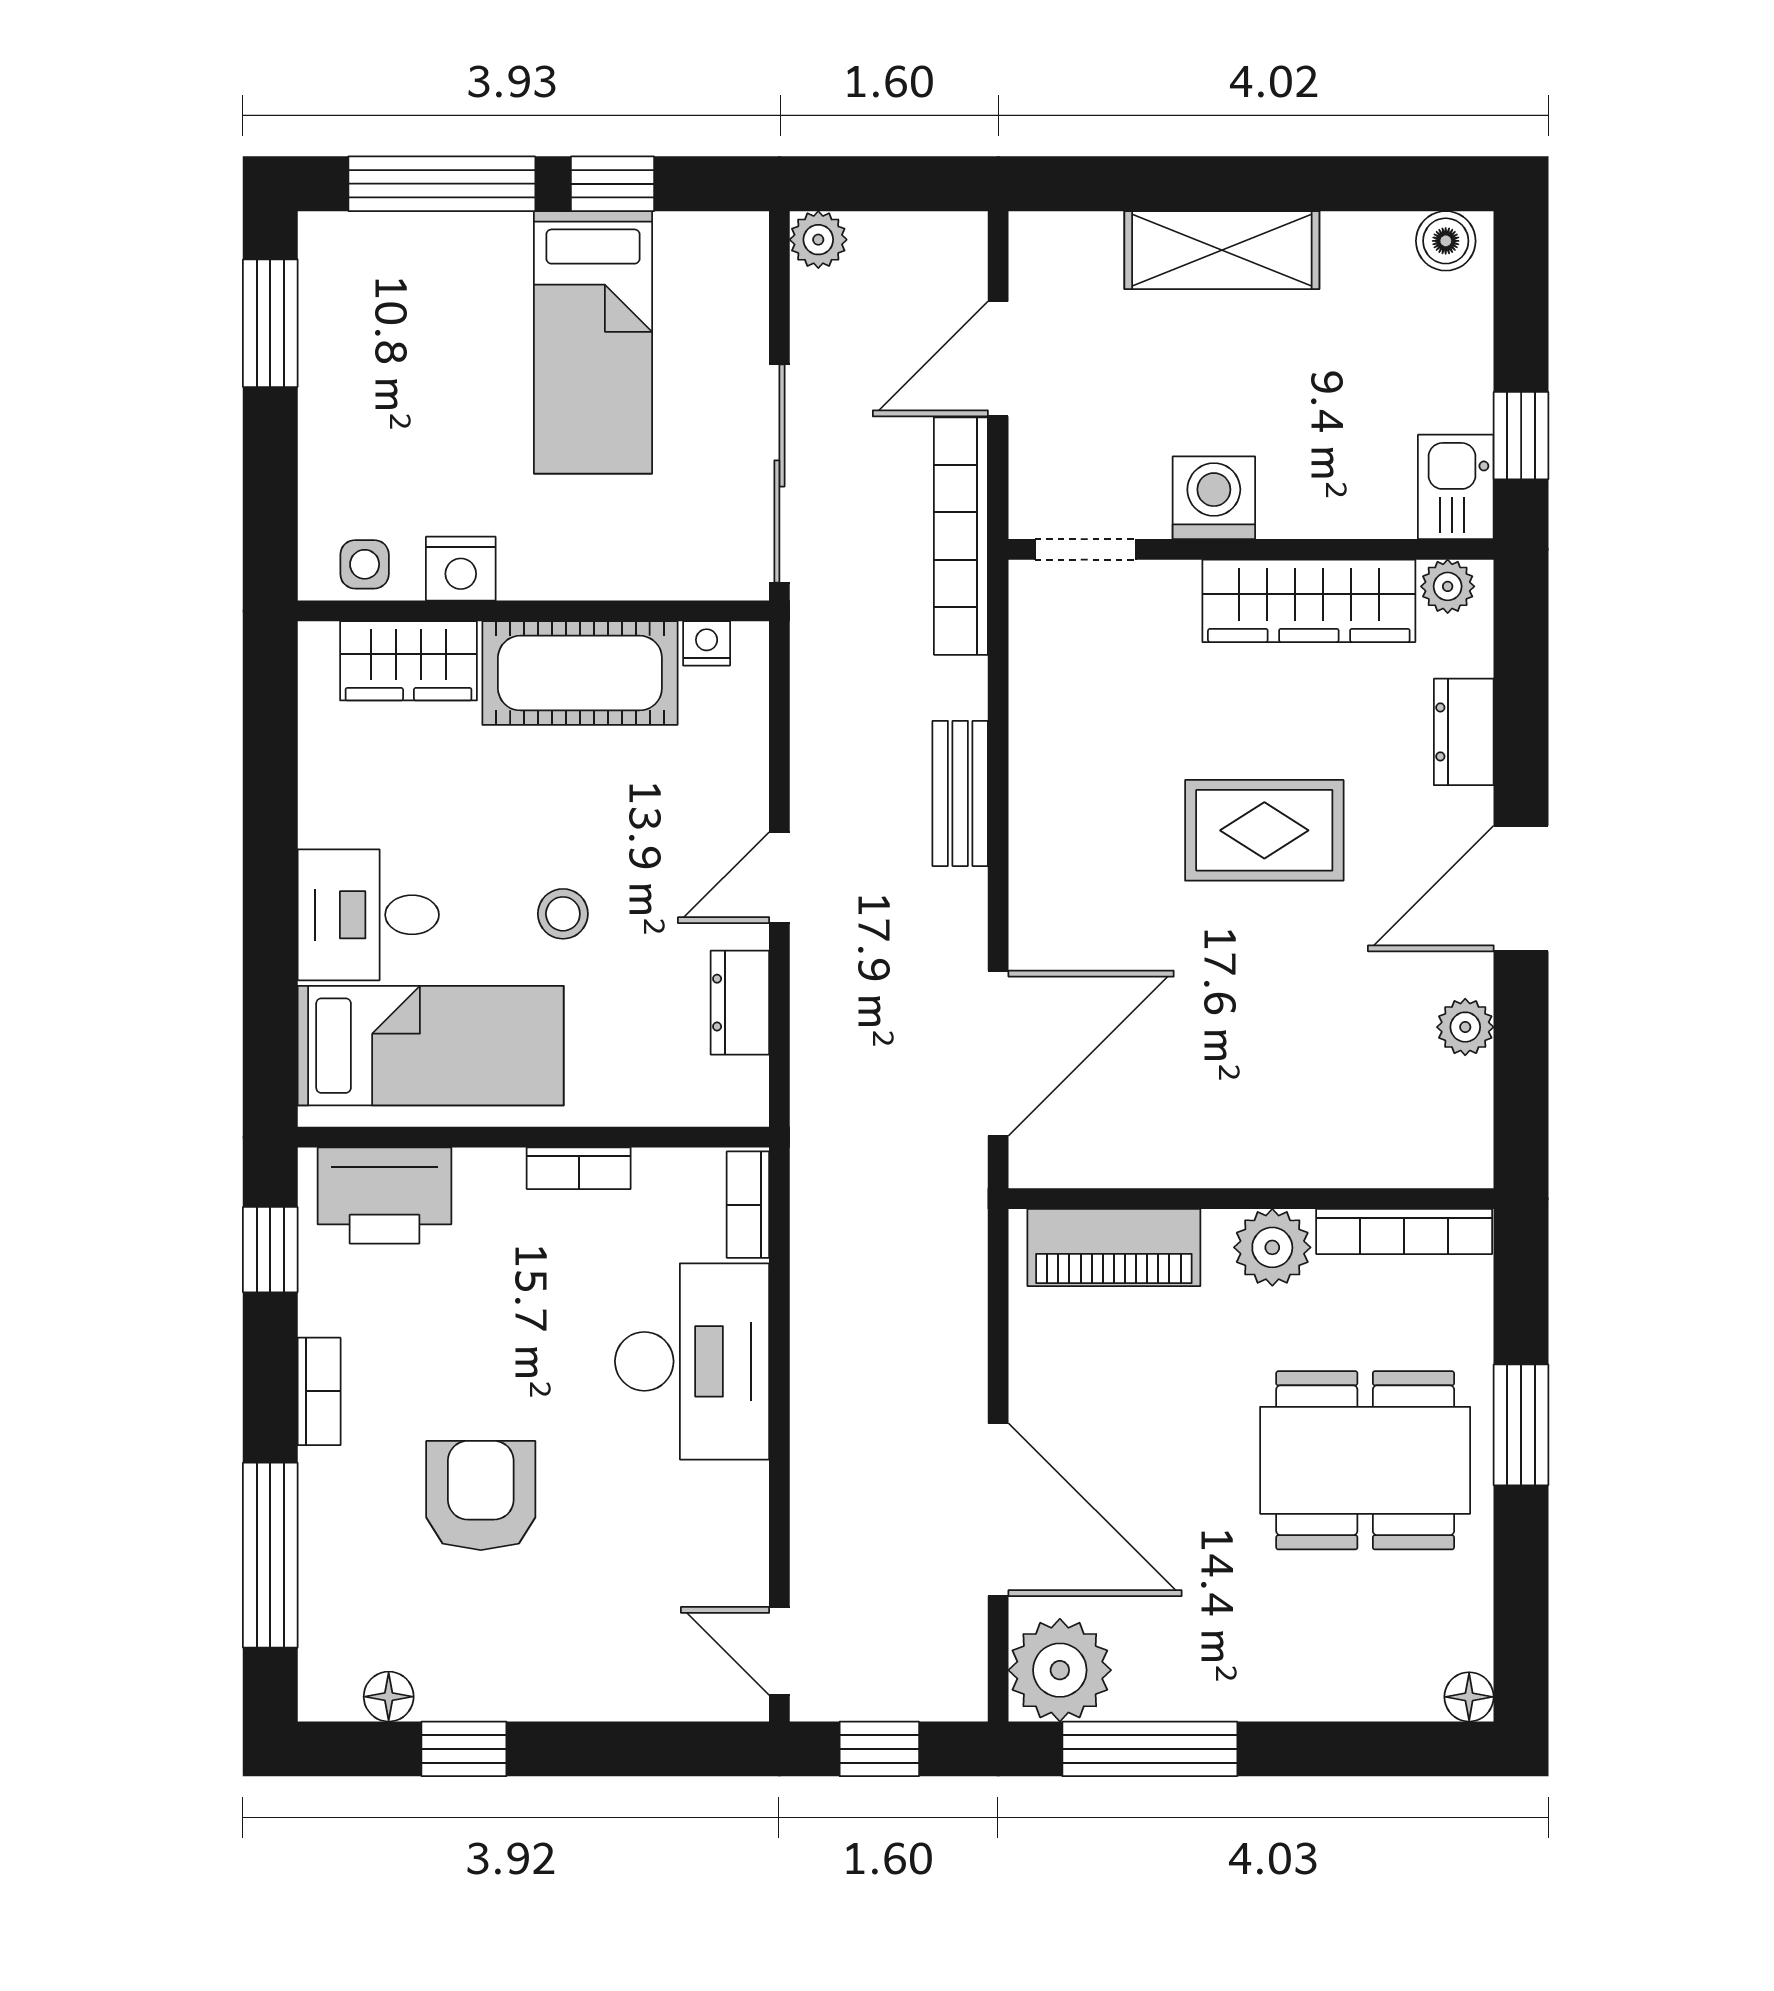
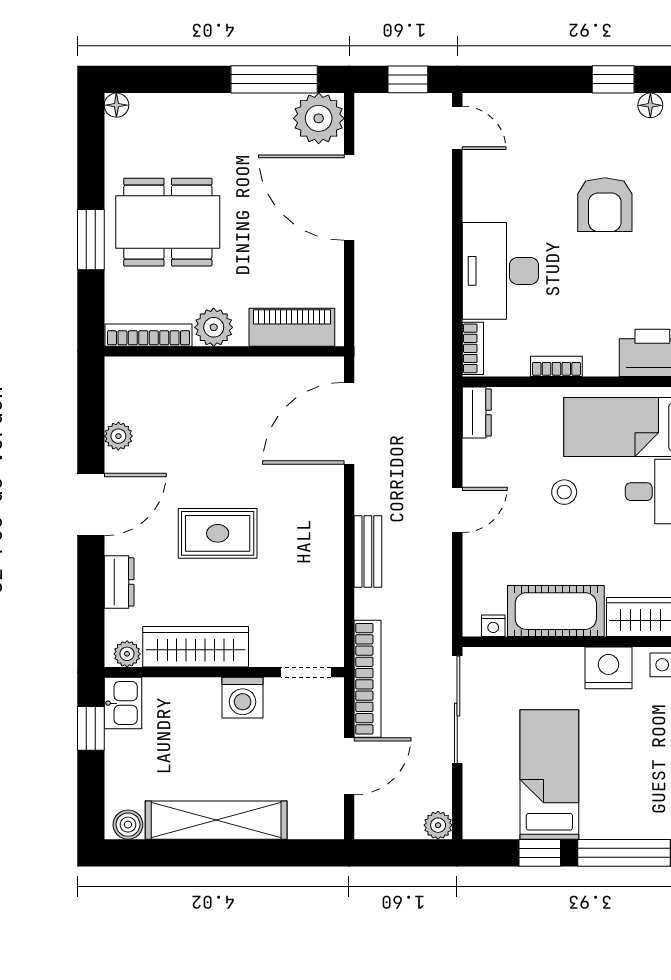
shelving: (1222, 250) -> (216, 820), width x1.47
nightstand: (461, 569) -> (608, 668), width x1.36, depth x1.33
dresser: (740, 1003) -> (477, 413), moved

